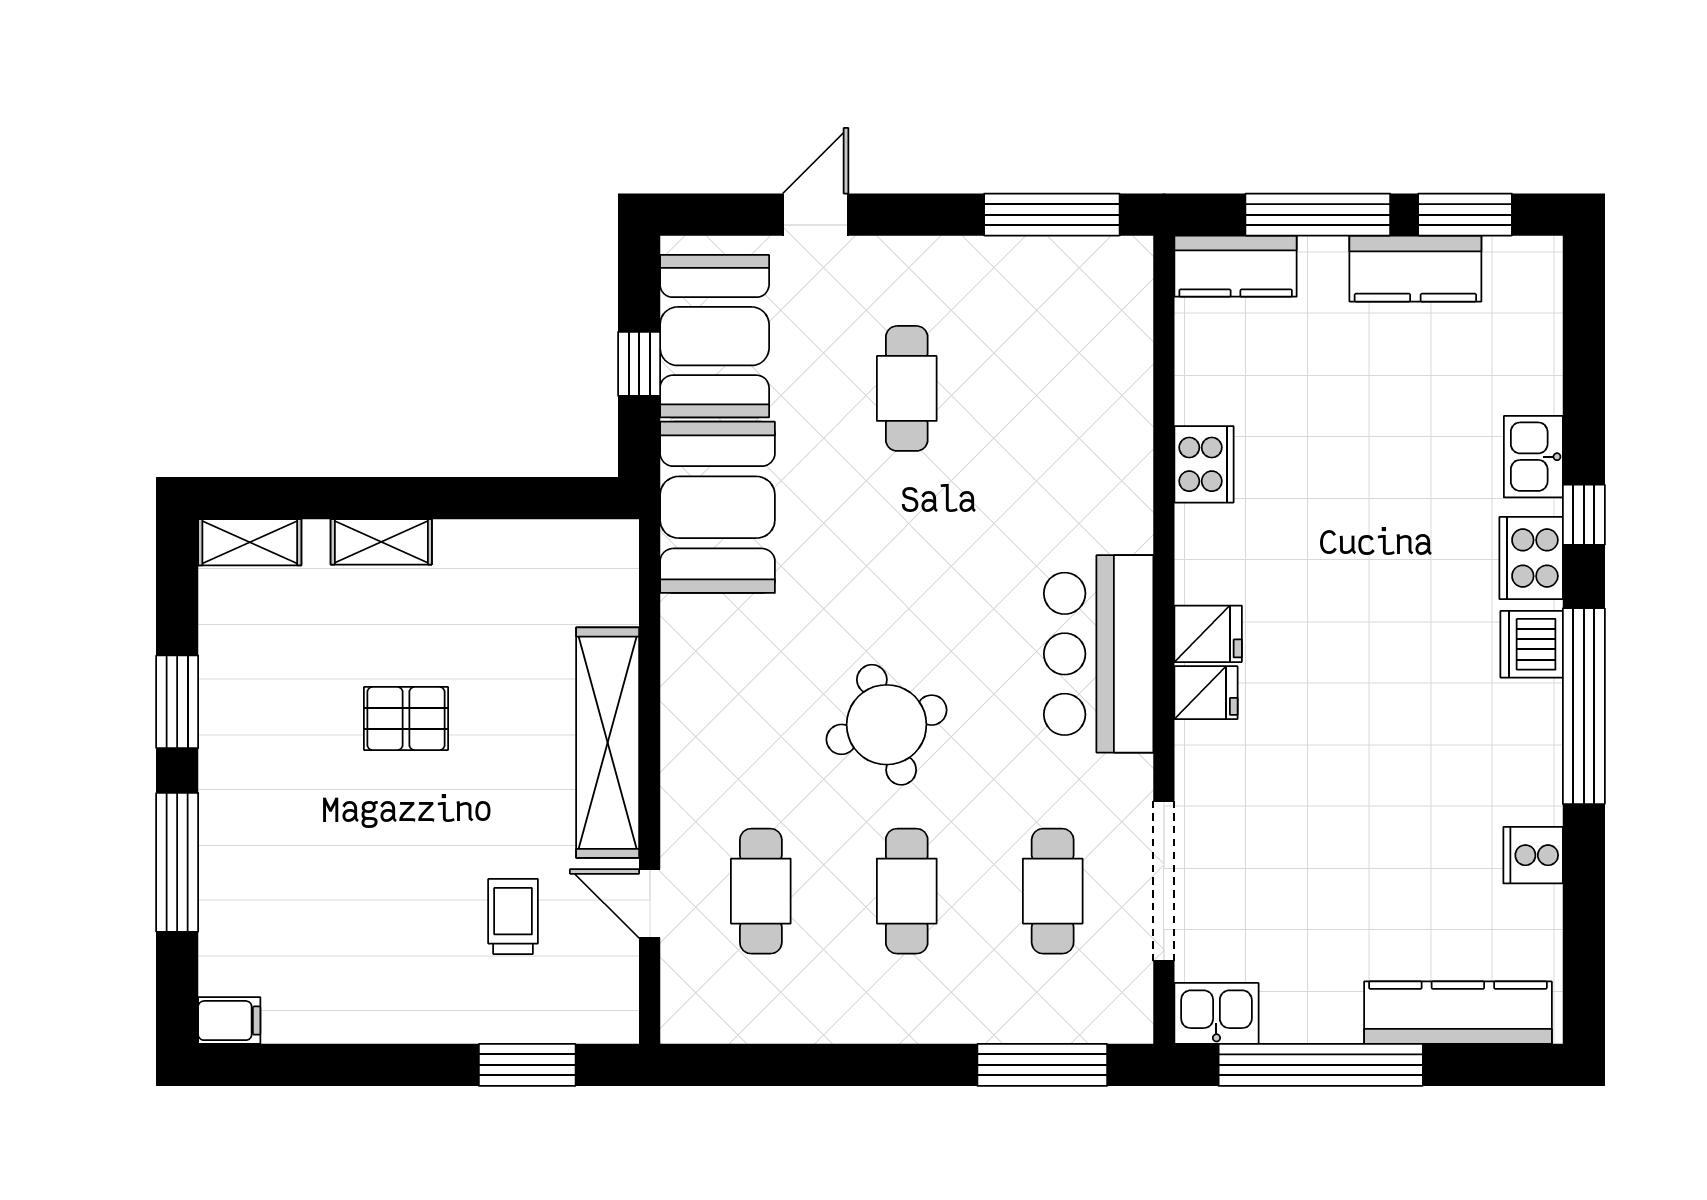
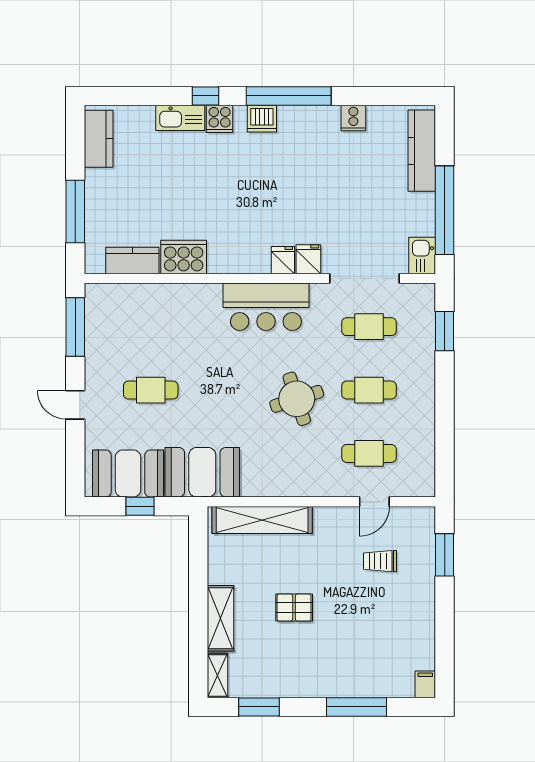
door: (816, 215) -> (75, 405), moved
window: (1465, 215) -> (75, 148), removed
kitchen counter: (1236, 266) -> (132, 260), moved, turned -90
kitchen counter: (1415, 269) -> (99, 139), moved
kitchen sink: (1533, 457) -> (180, 118), width x1.38
cooker: (1204, 464) -> (184, 257), width x1.37, depth x1.31
shelving: (381, 542) -> (221, 618), width x1.50, depth x1.33
cooker: (1531, 558) -> (220, 119), width x0.73
fridge: (1208, 634) -> (308, 259), moved
window: (177, 702) -> (259, 707), moved
pallet: (406, 718) -> (294, 608), turned 90
shelving: (608, 743) -> (262, 520), moved
window: (1042, 1065) -> (445, 331), width x0.69

